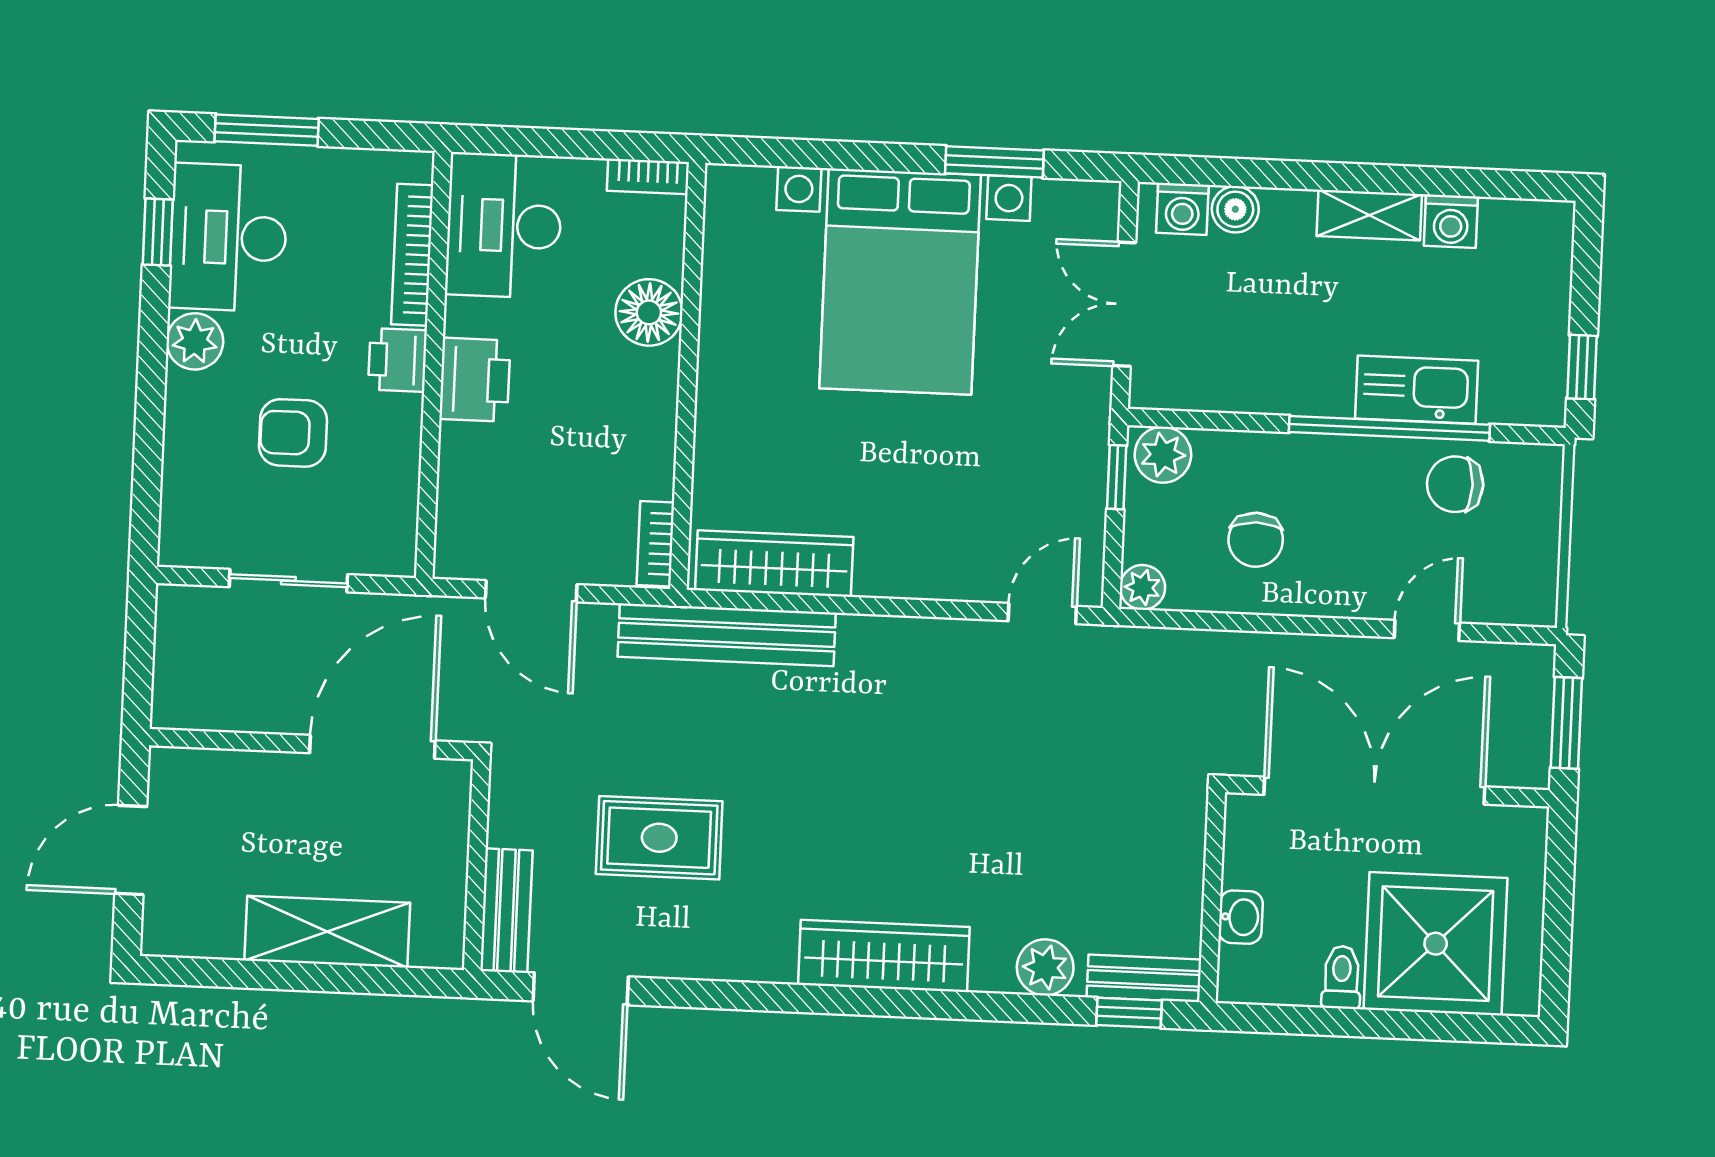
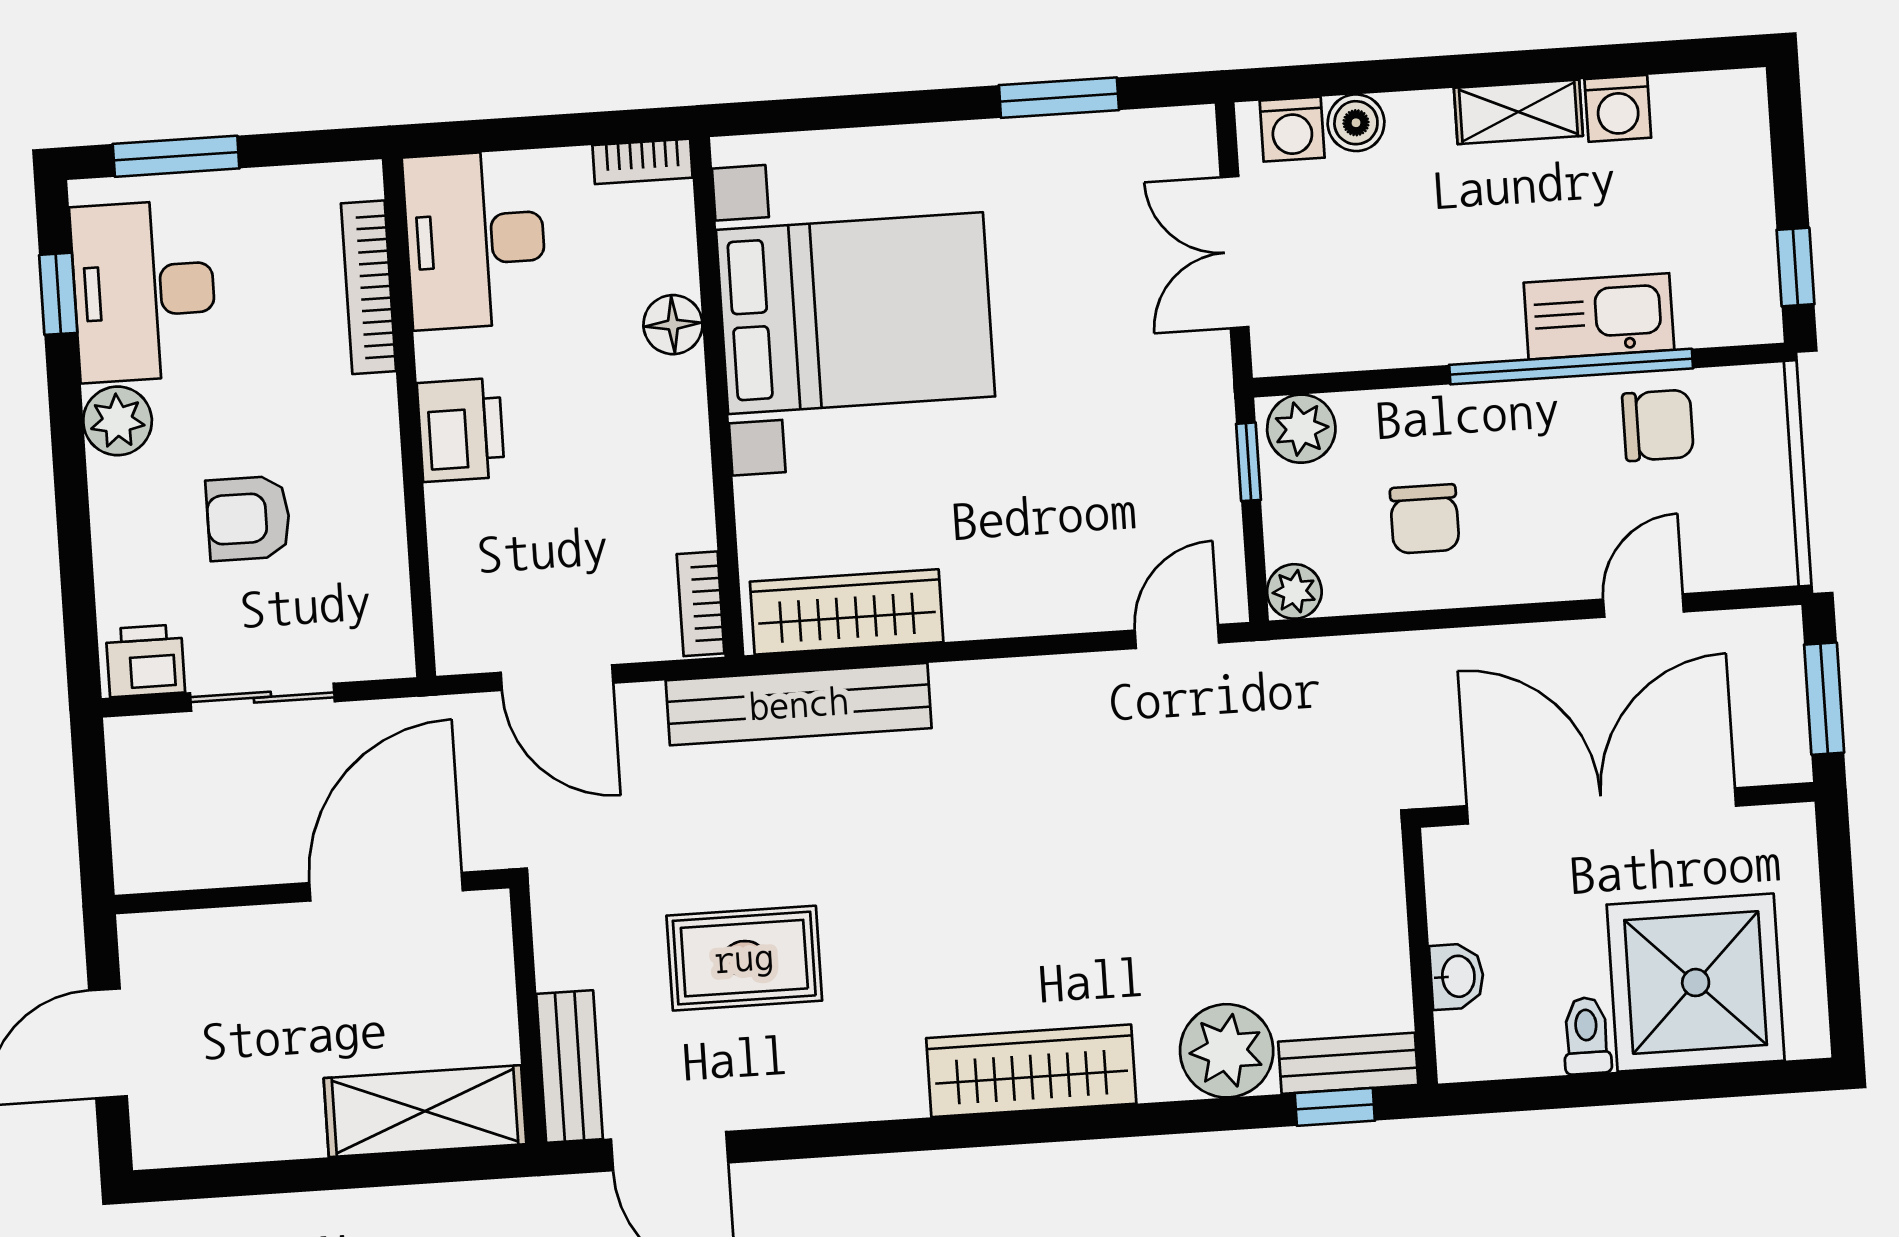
bed with nightstands: (900, 282) -> (856, 313), moved, turned -90
floor lamp: (649, 312) -> (673, 325), width x0.73, depth x0.73
printer: (398, 360) -> (145, 661), moved, turned 90
chair: (1455, 484) -> (1658, 425), turned 180
shelving: (327, 932) -> (425, 1111), moved
plant: (1045, 967) -> (1227, 1051), width x1.36, depth x1.36

